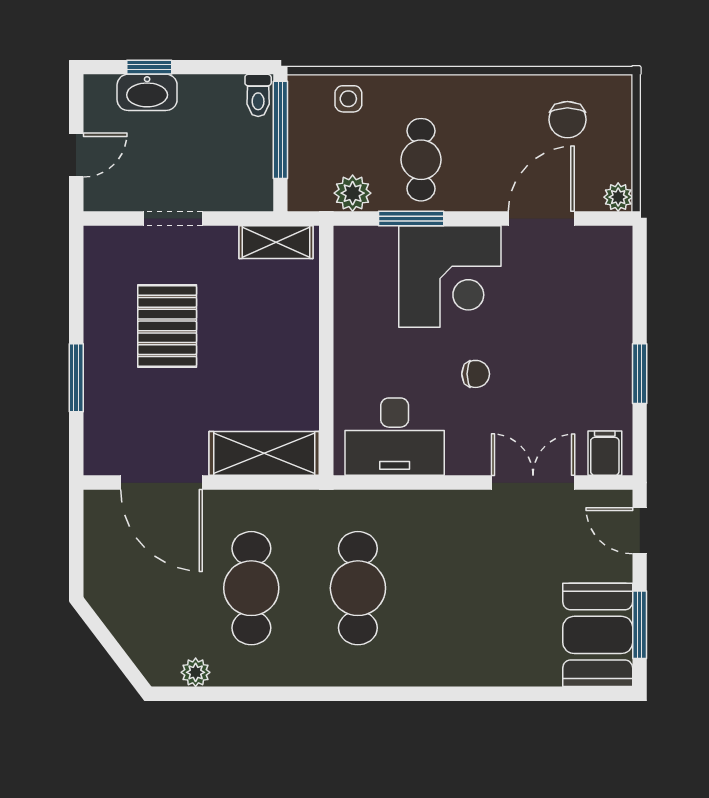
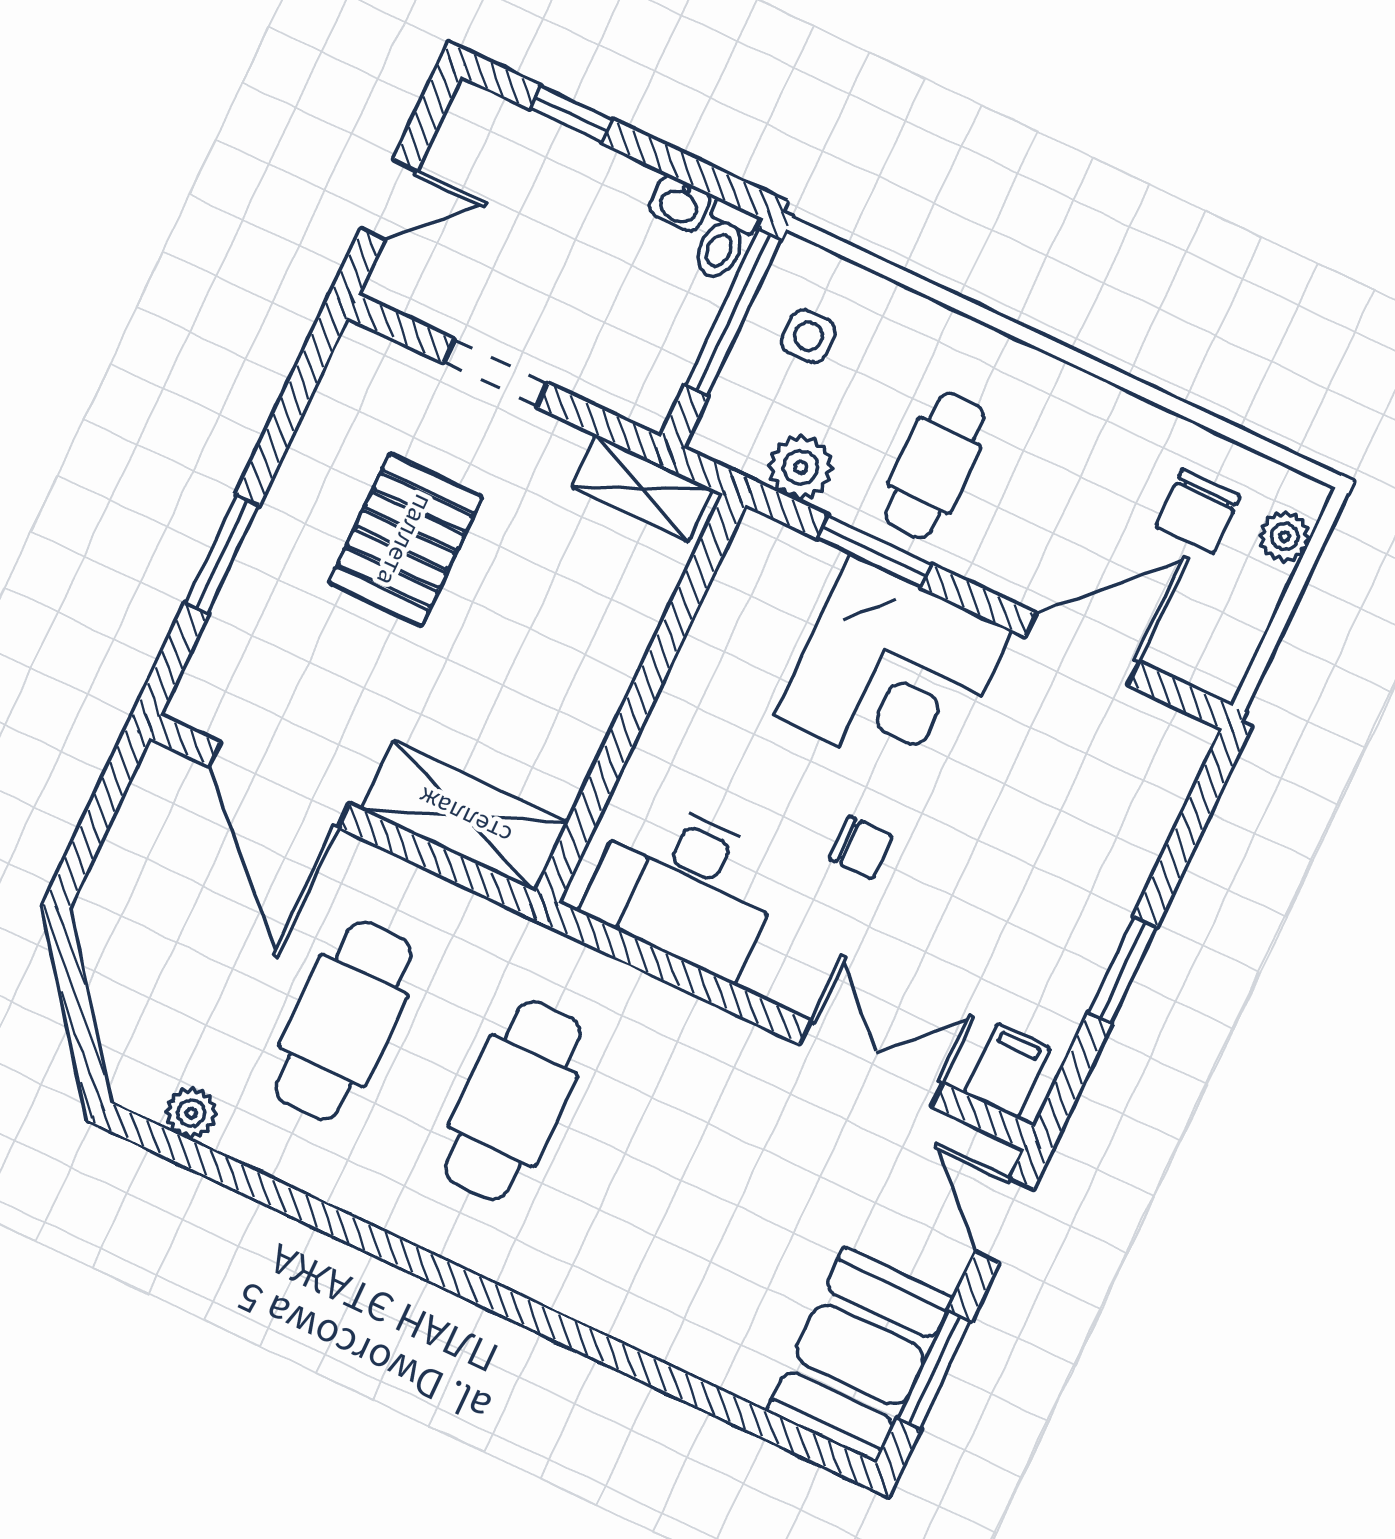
washbasin: (147, 92) -> (680, 203), moved, width x0.52, depth x0.69
side table: (348, 99) -> (808, 336), moved
plant: (618, 197) -> (1285, 537), moved

